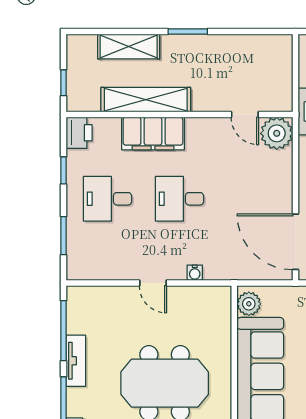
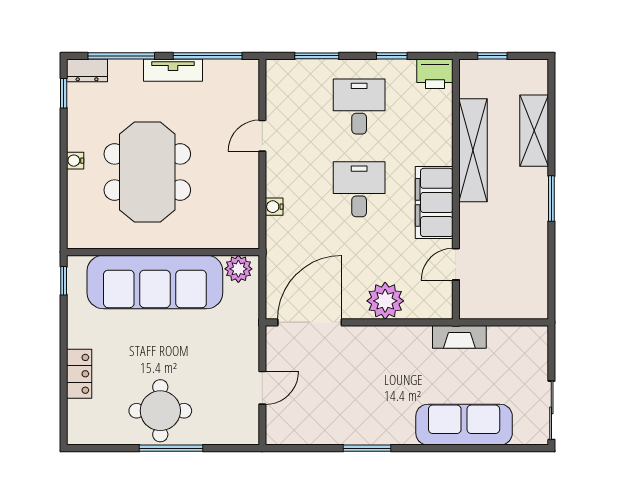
filing cabinet: (153, 133) -> (434, 202), moved
plant: (277, 133) -> (385, 301), moved
door: (153, 283) -> (262, 136), moved

